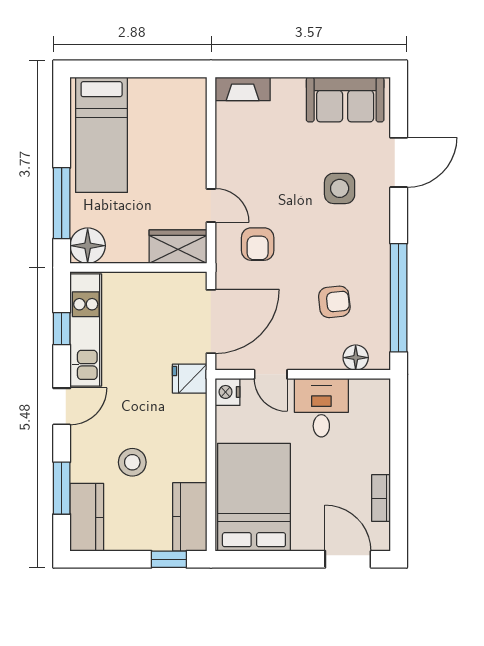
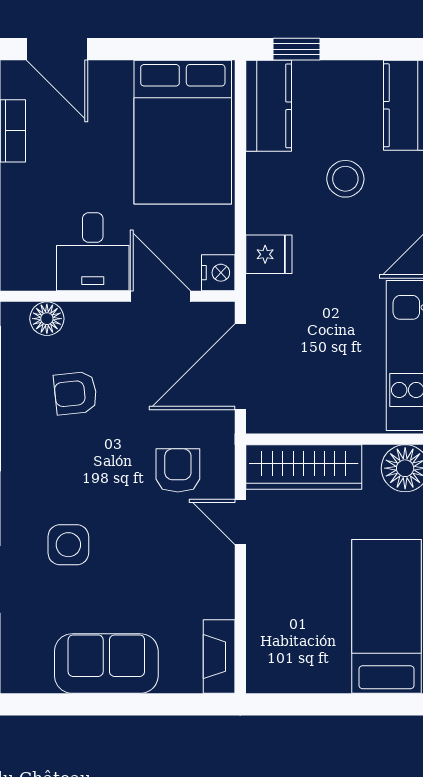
fireplace: (243, 89) -> (219, 657), moved, turned -90
sofa: (345, 100) -> (106, 664), moved
wardrobe: (178, 247) -> (304, 467), width x1.50
door: (271, 374) -> (160, 296), width x1.38
fridge: (190, 379) -> (269, 254), moved

